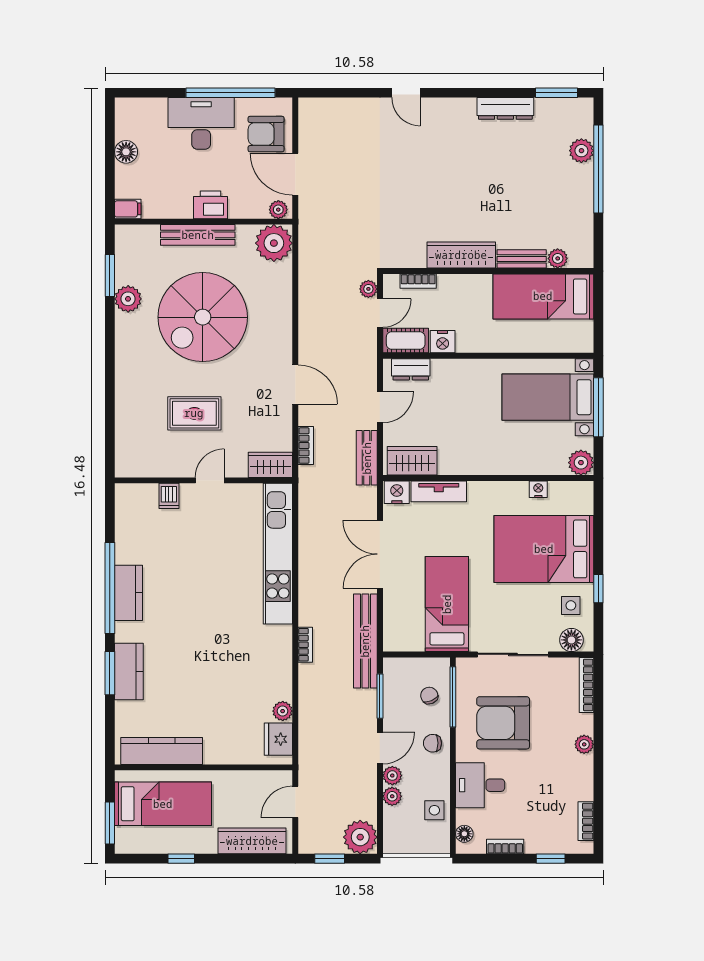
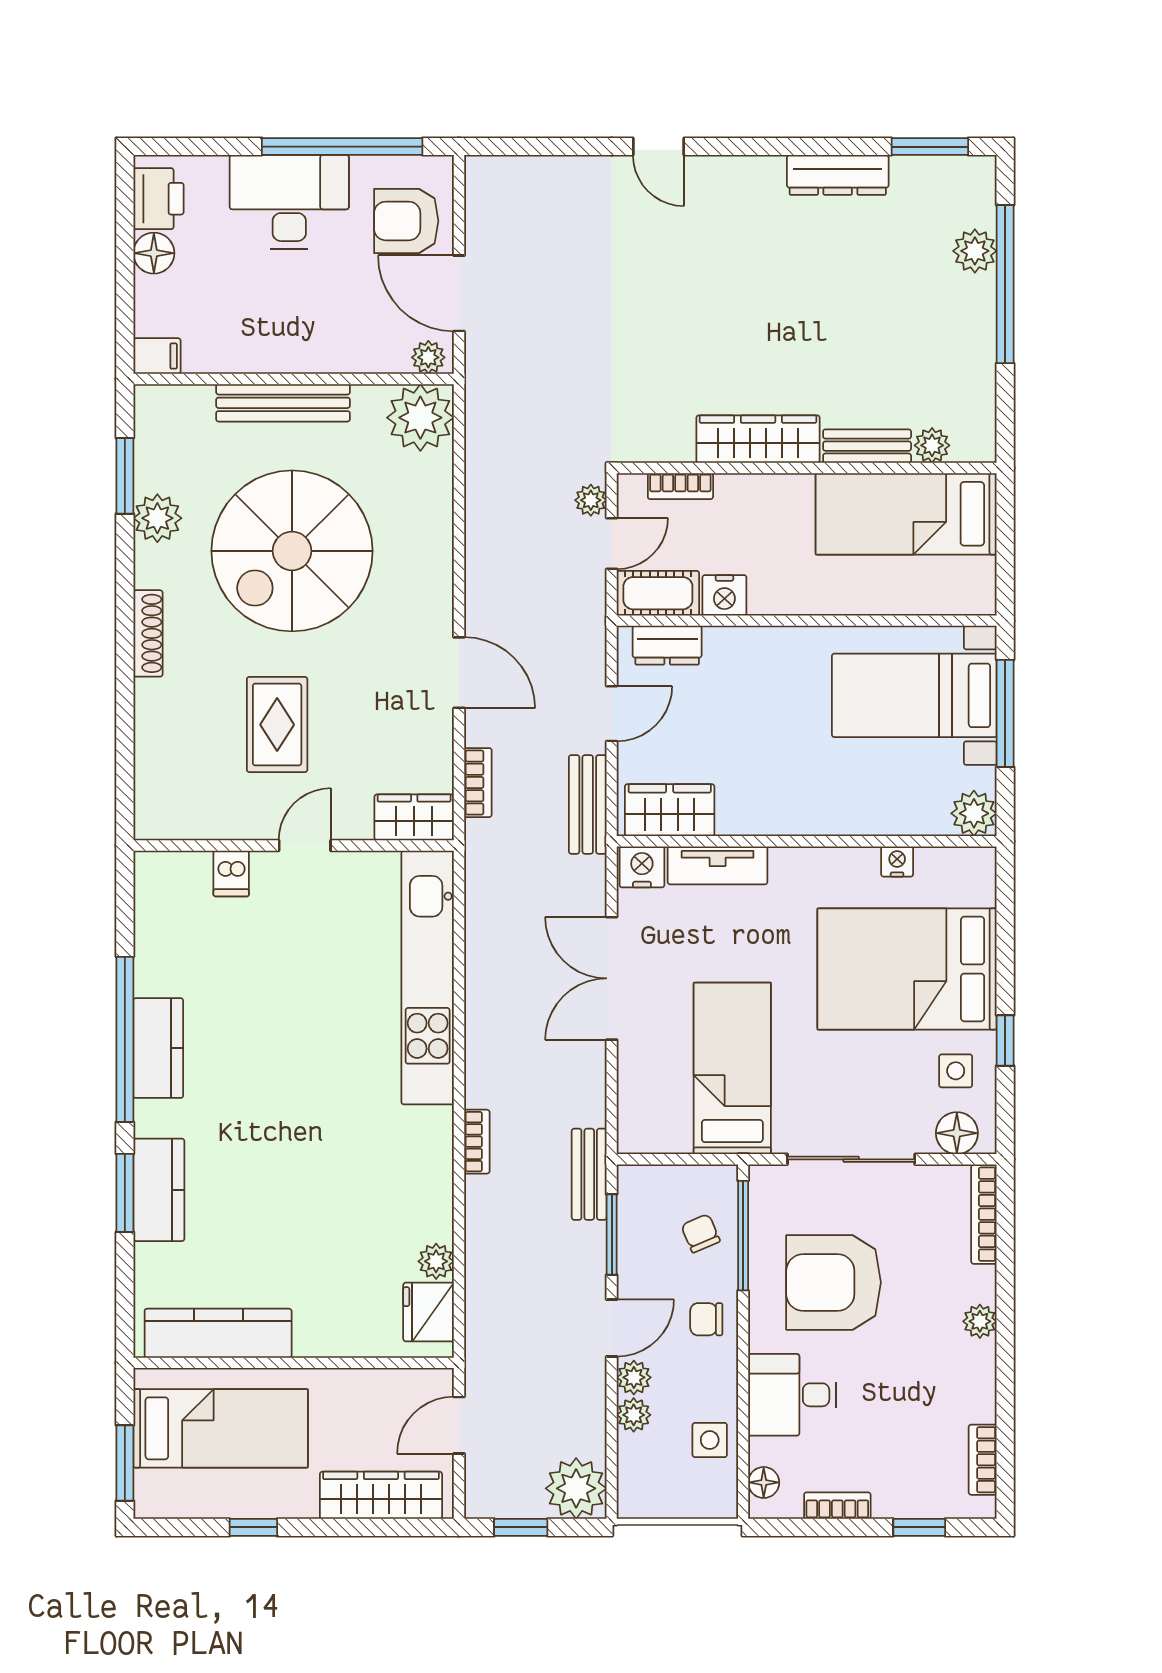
printer: (210, 205) -> (158, 199), moved, turned 90
shoe rack: (123, 363) -> (148, 633), added
rug: (194, 413) -> (277, 725), turned 90
bench: (365, 641) -> (589, 1174), width x0.54, depth x0.82

